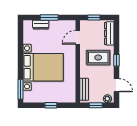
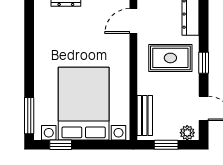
bed with nightstands: (43, 67) -> (84, 104), moved, turned -90
window: (51, 105) -> (61, 145), moved

